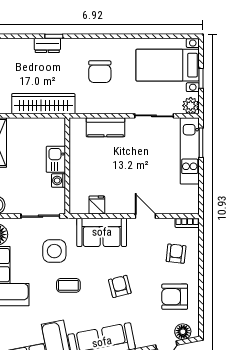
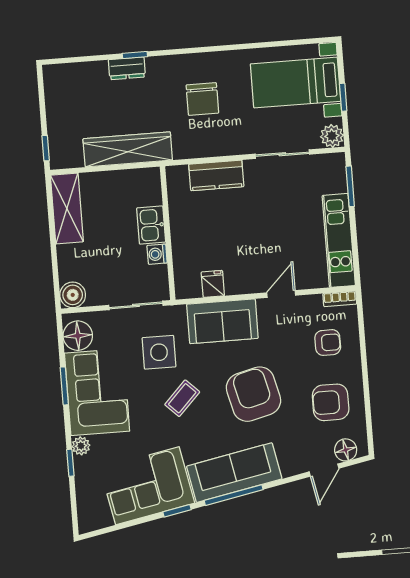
kitchen unit: (190, 151) -> (339, 240), moved
door: (145, 216) -> (281, 294), hinge flipped
armchair: (176, 254) -> (328, 343), turned 84
coffee table: (68, 285) -> (182, 398), turned -46
armchair: (120, 286) -> (254, 394), width x1.88, depth x1.88

